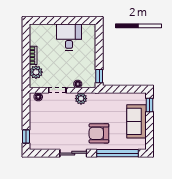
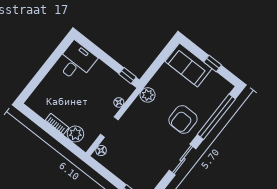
desk: (69, 37) -> (76, 61), moved, turned 90
plant: (81, 99) -> (148, 95), moved
window: (149, 105) -> (213, 63), moved
sofa: (136, 121) -> (189, 65), moved

